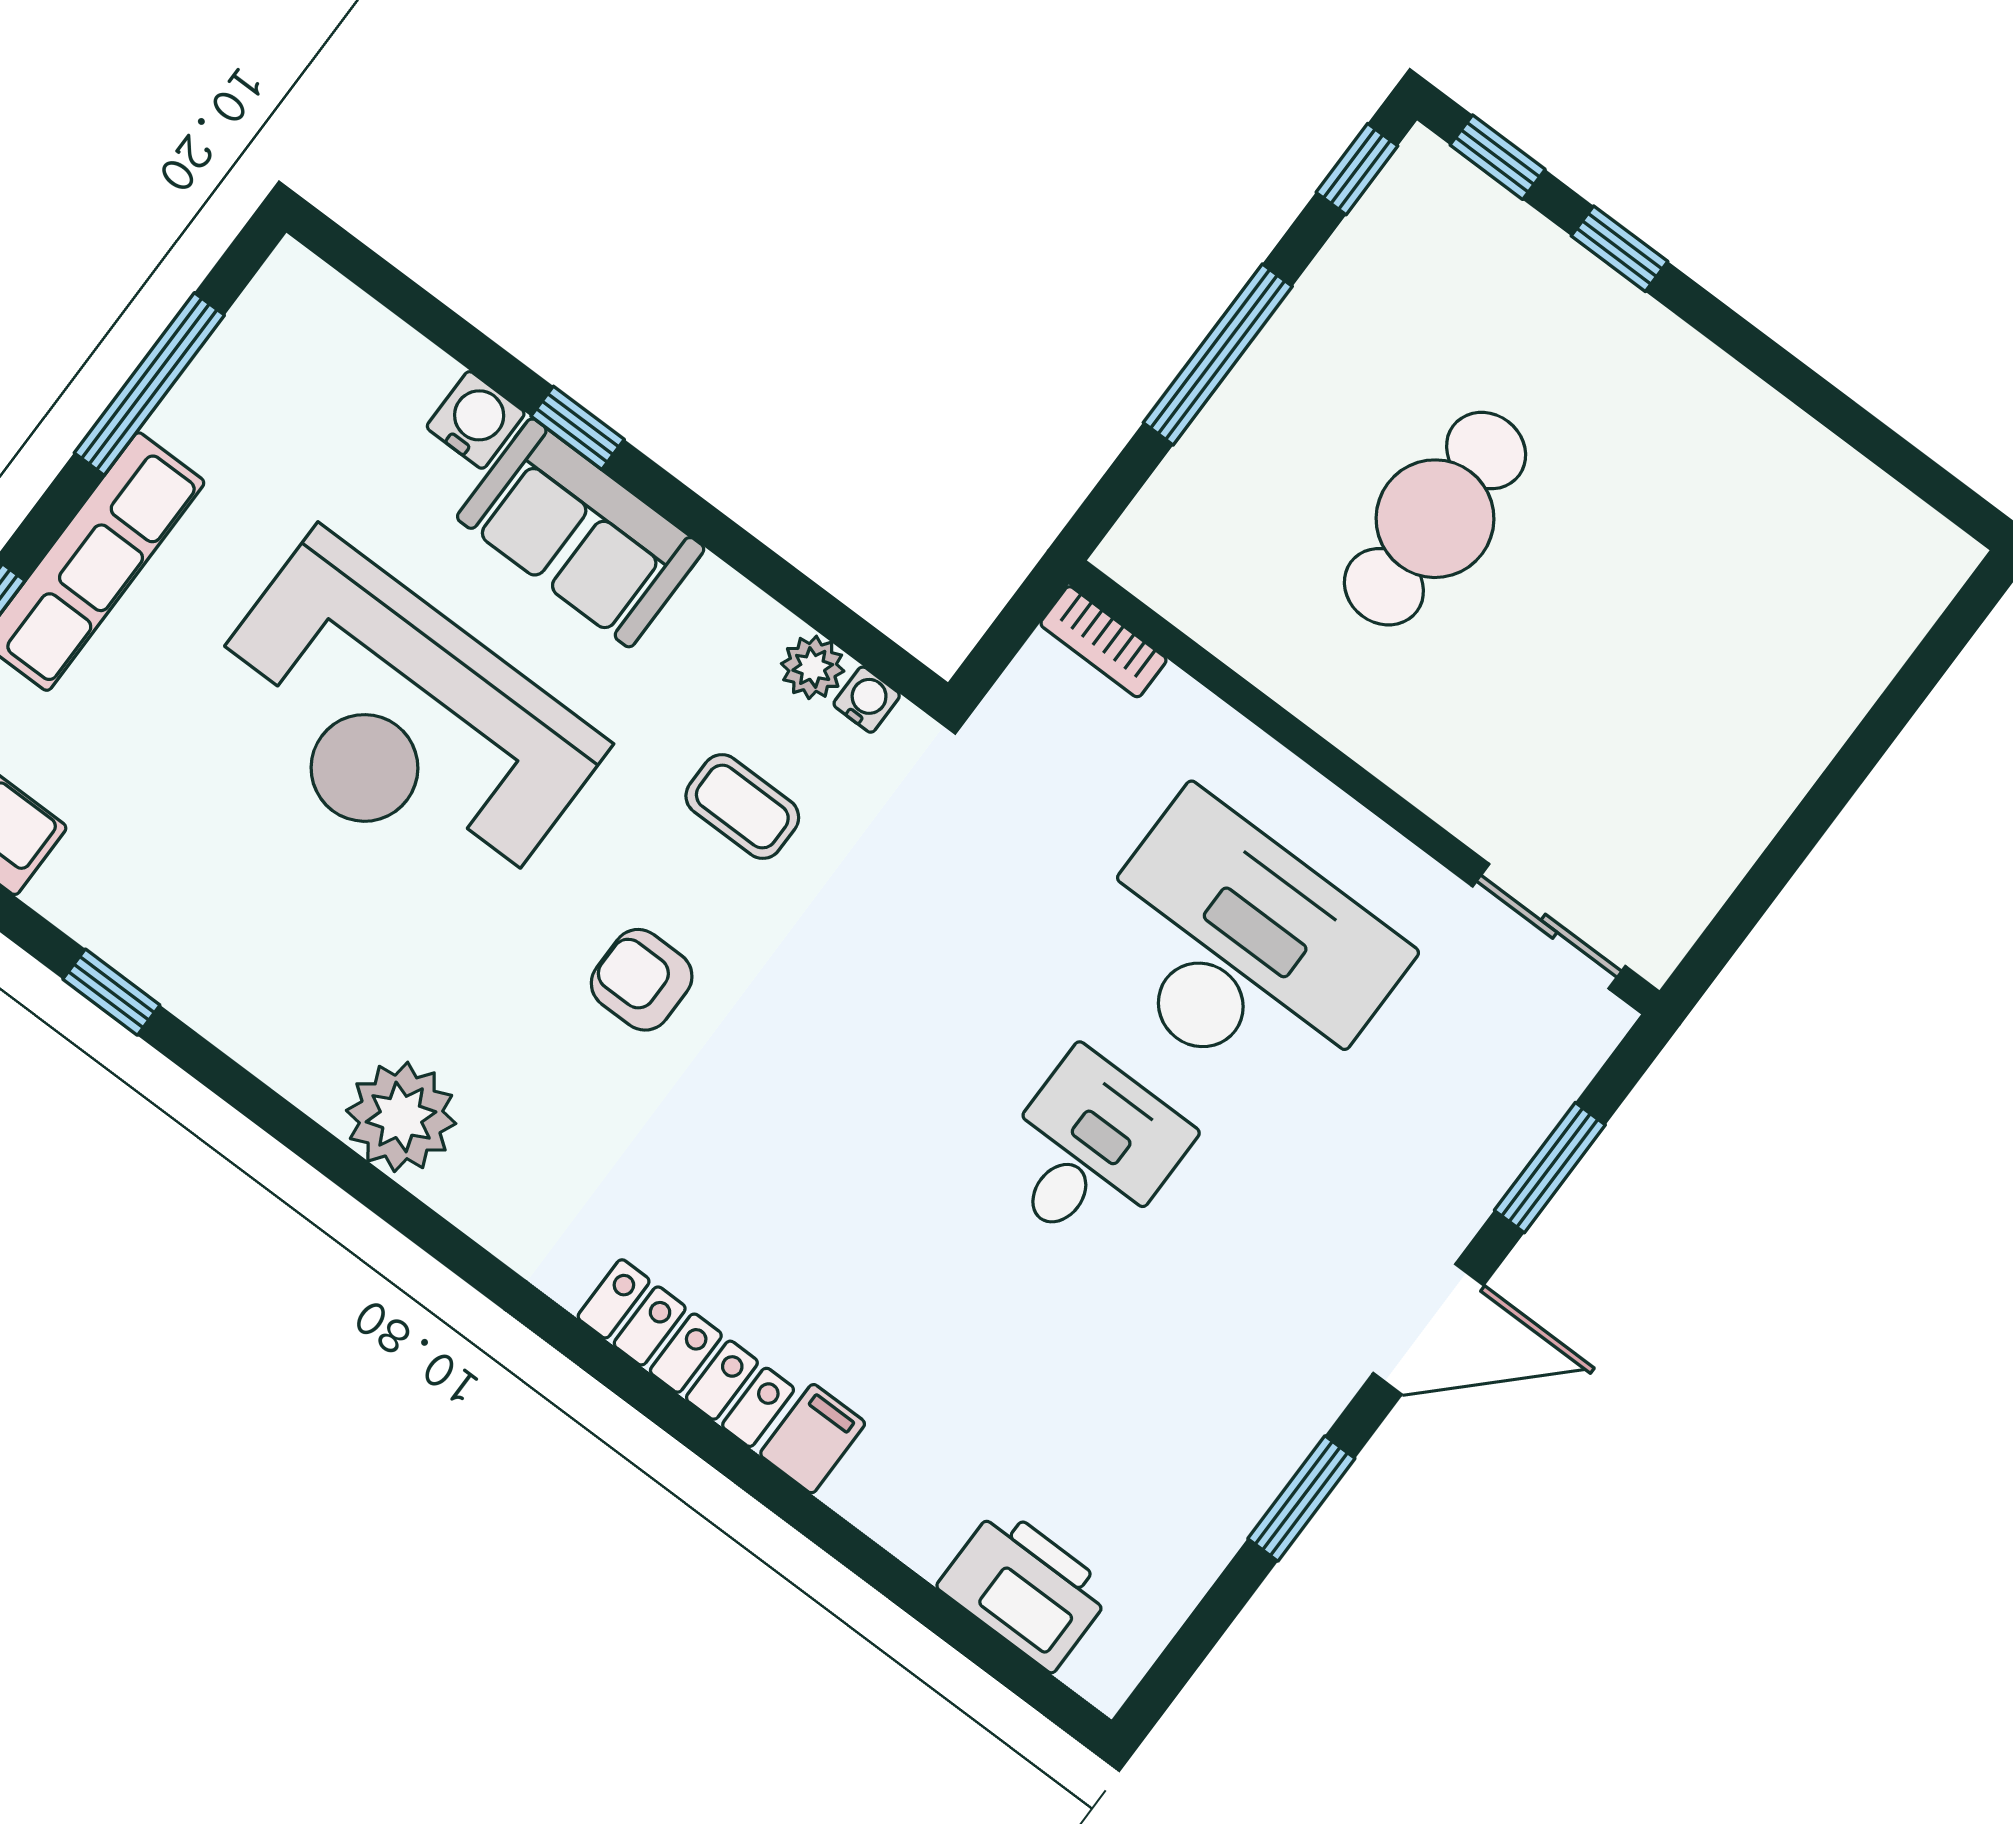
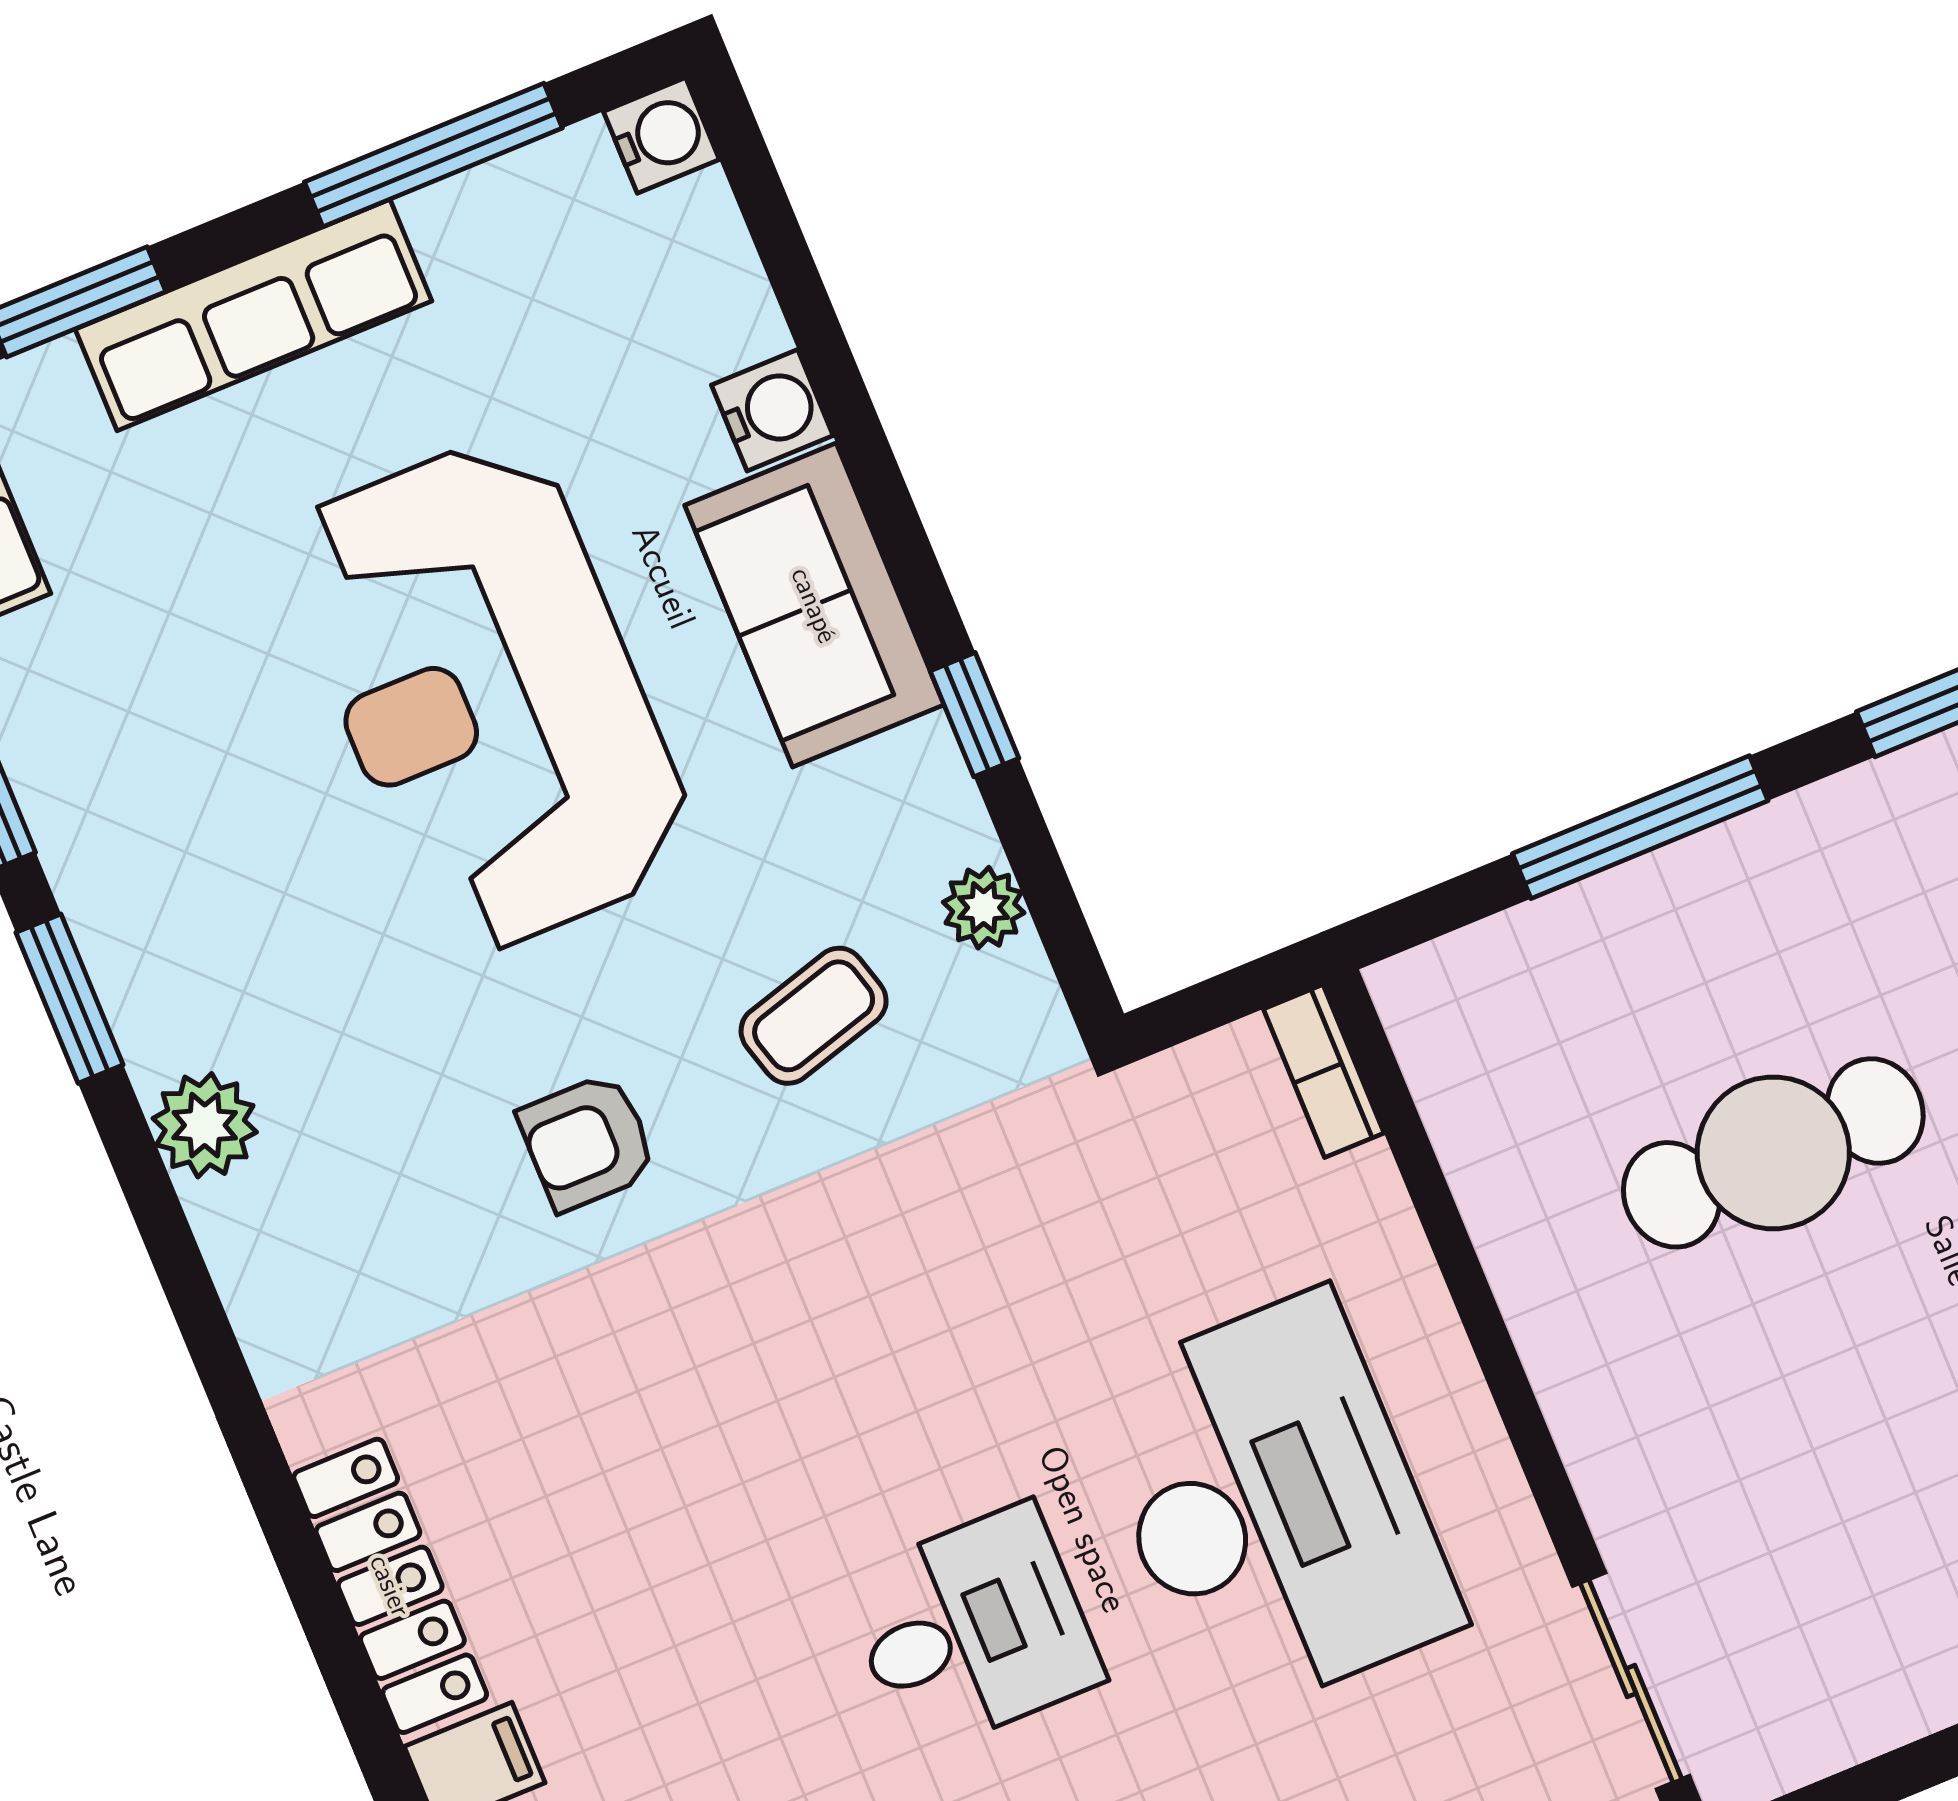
window: (578, 428) -> (975, 715), moved
water cooler: (867, 700) -> (661, 135), moved, width x1.38, depth x1.38
coffee table: (742, 807) -> (814, 1016), turned 74
armchair: (642, 980) -> (587, 1142), turned -90
window: (241, 1089) -> (70, 999), added
plant: (401, 1117) -> (205, 1125), width x0.73, depth x0.73

